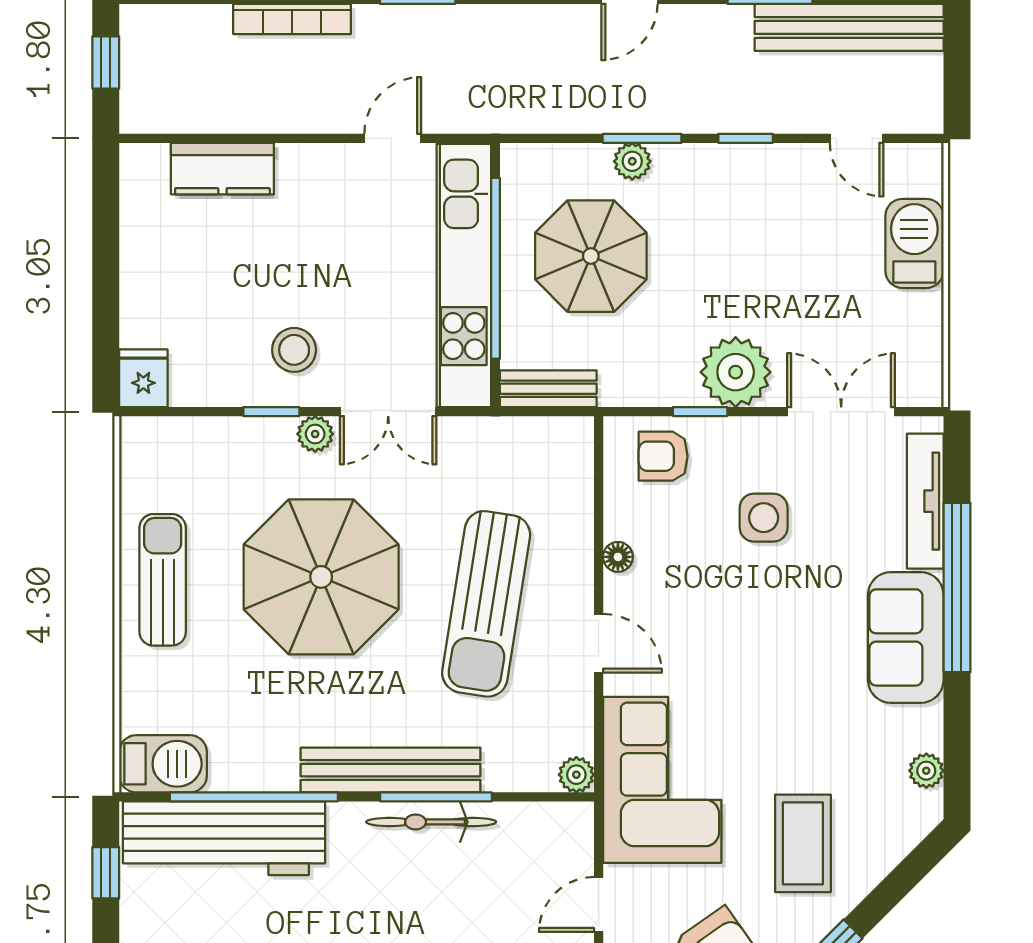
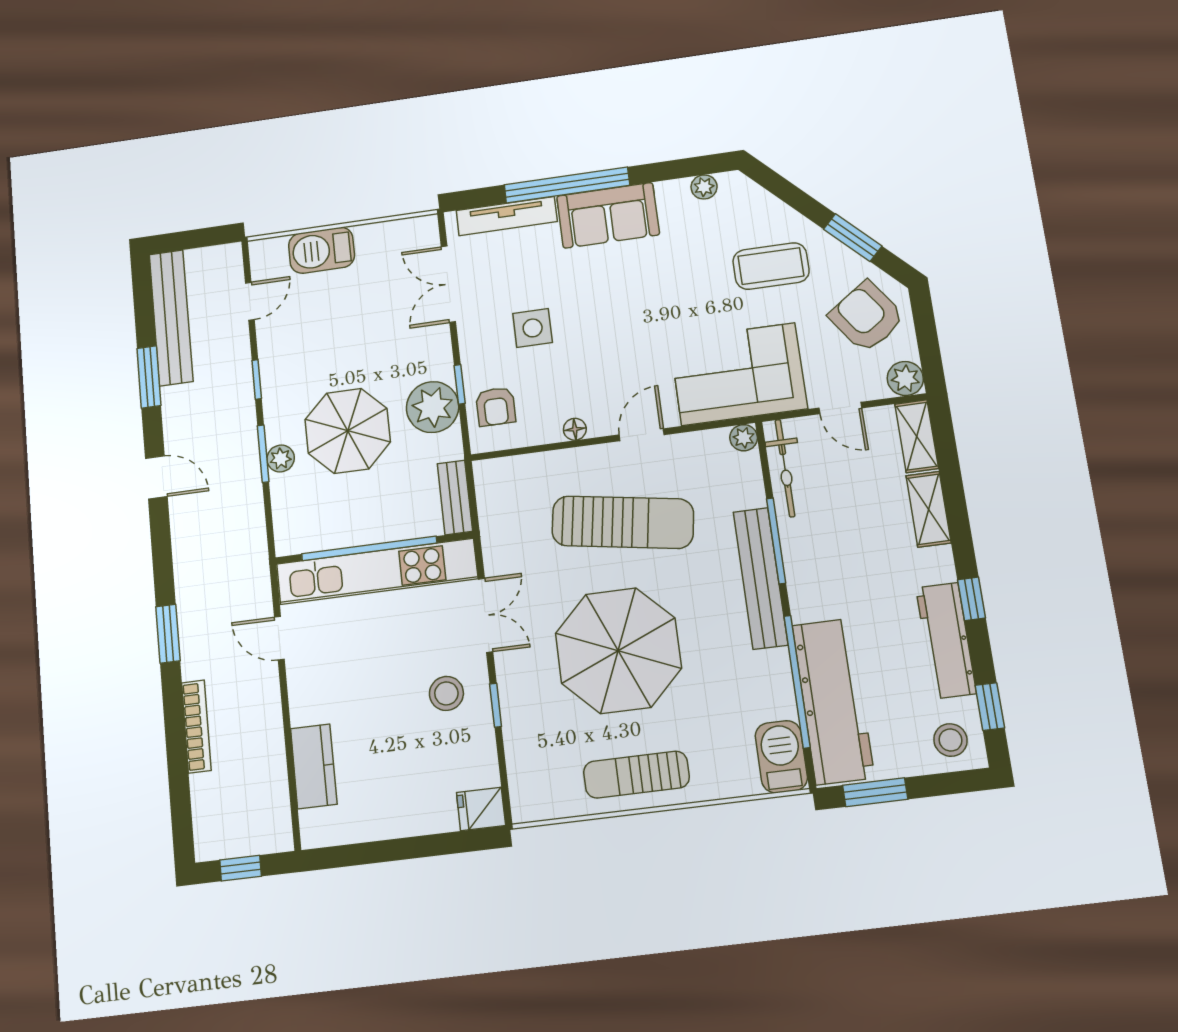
parasol: (591, 256) -> (348, 431), moved
plant: (736, 372) -> (433, 407), moved
plant: (315, 434) -> (509, 669), removed
bicycle: (431, 822) -> (785, 468), moved
window: (106, 873) -> (875, 792), width x1.50

